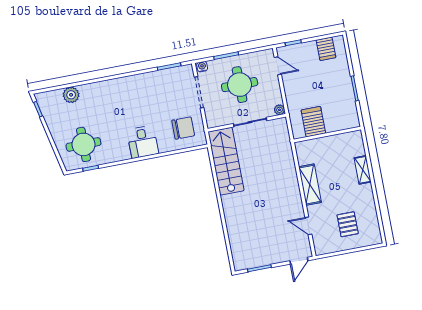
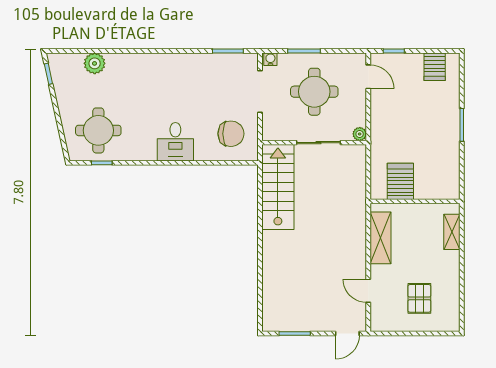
server rack: (313, 122) -> (400, 181), moved
wall: (327, 134) -> (415, 201), moved

